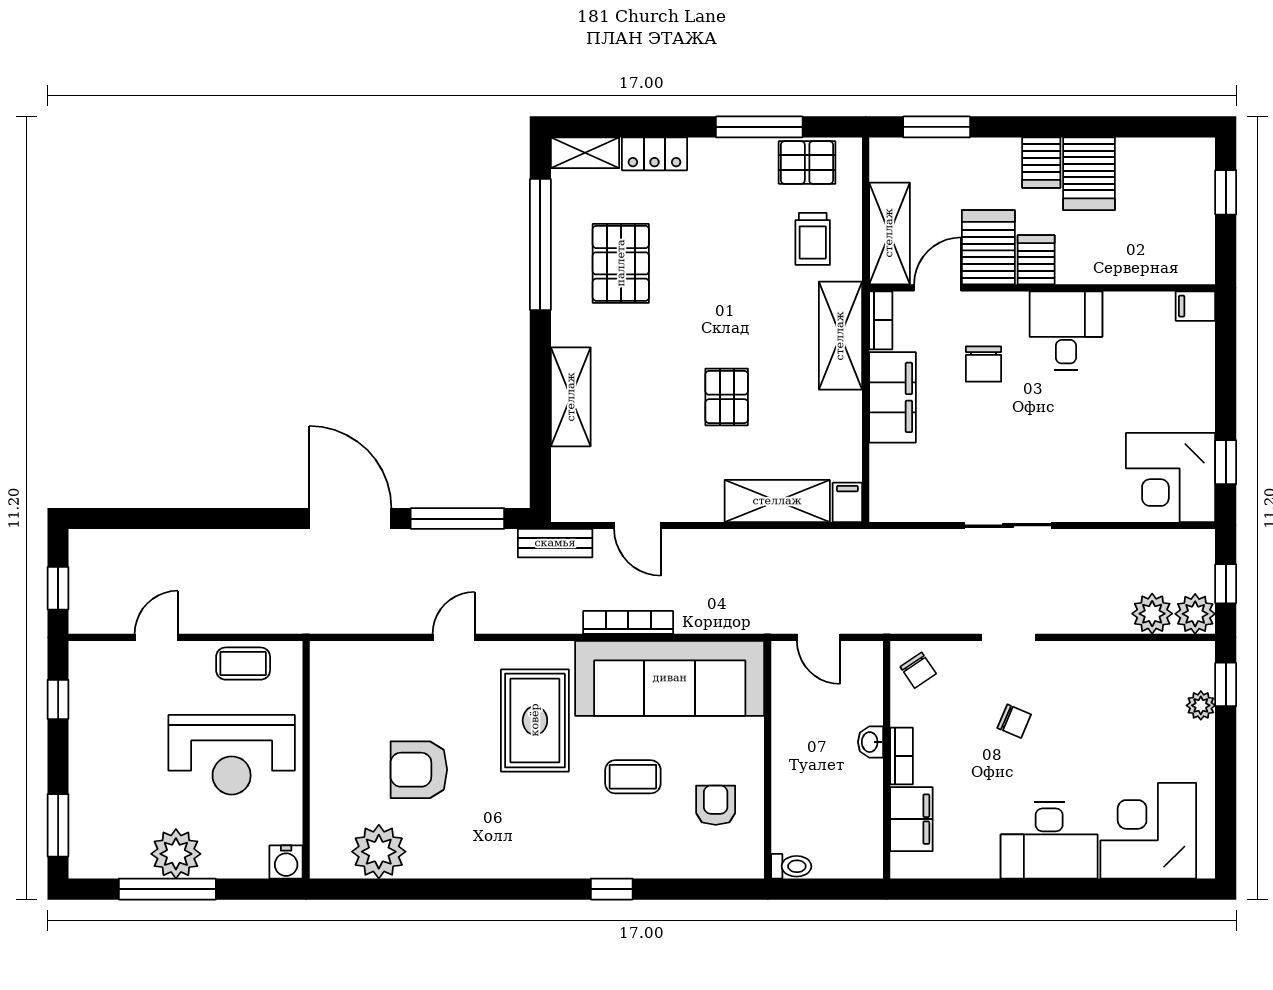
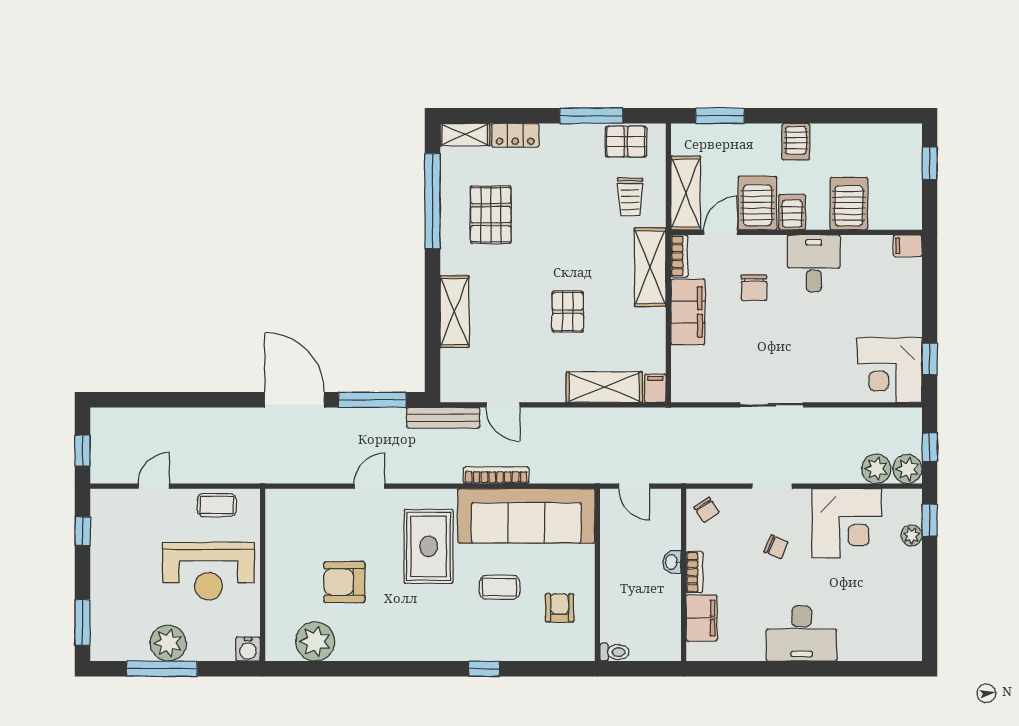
server rack: (1089, 174) -> (849, 204), moved, turned 180
bench: (555, 543) -> (443, 418), width x1.36
corner desk: (1148, 831) -> (847, 523), moved, turned 180

